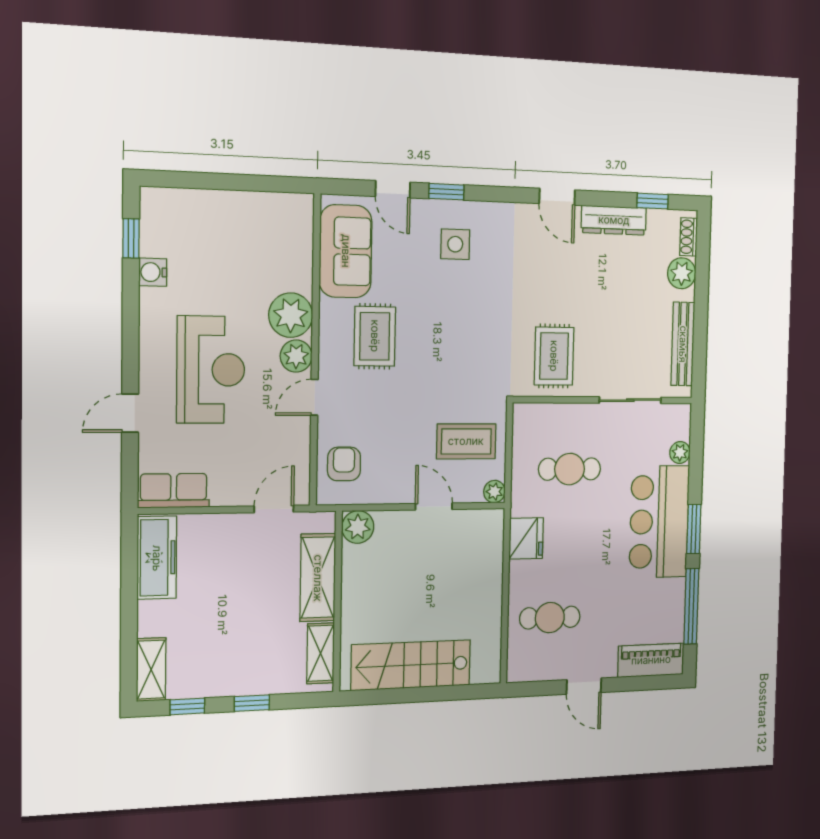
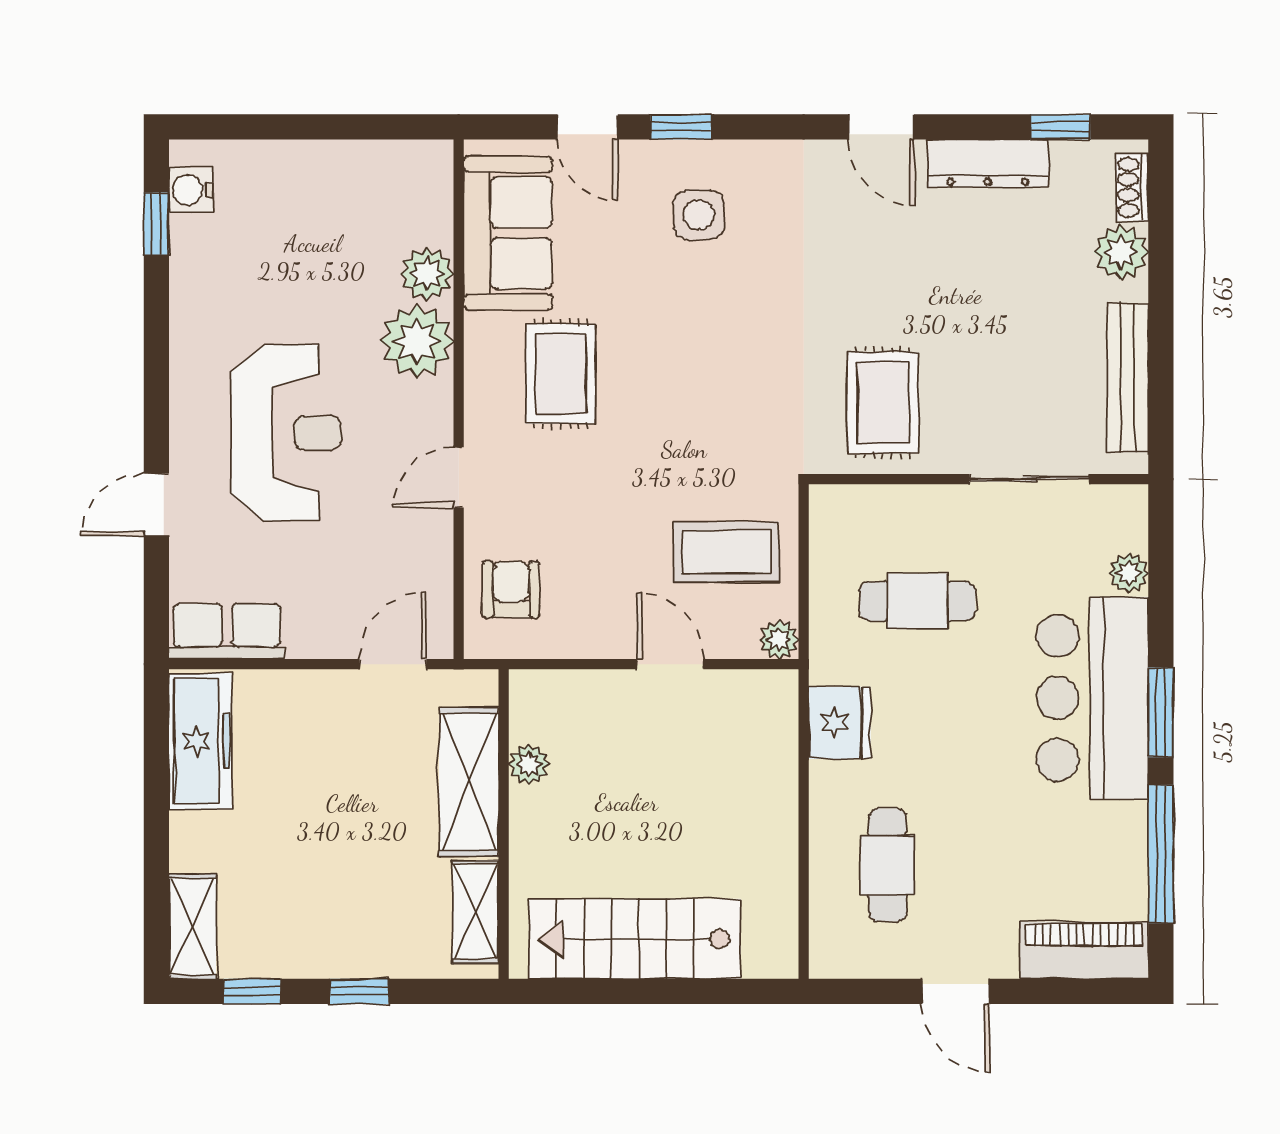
water cooler: (153, 272) -> (191, 190), moved
plant: (296, 356) -> (427, 274), moved
plant: (358, 527) -> (529, 764), moved, width x0.73, depth x0.73
cafe table: (550, 618) -> (888, 865), turned 90

